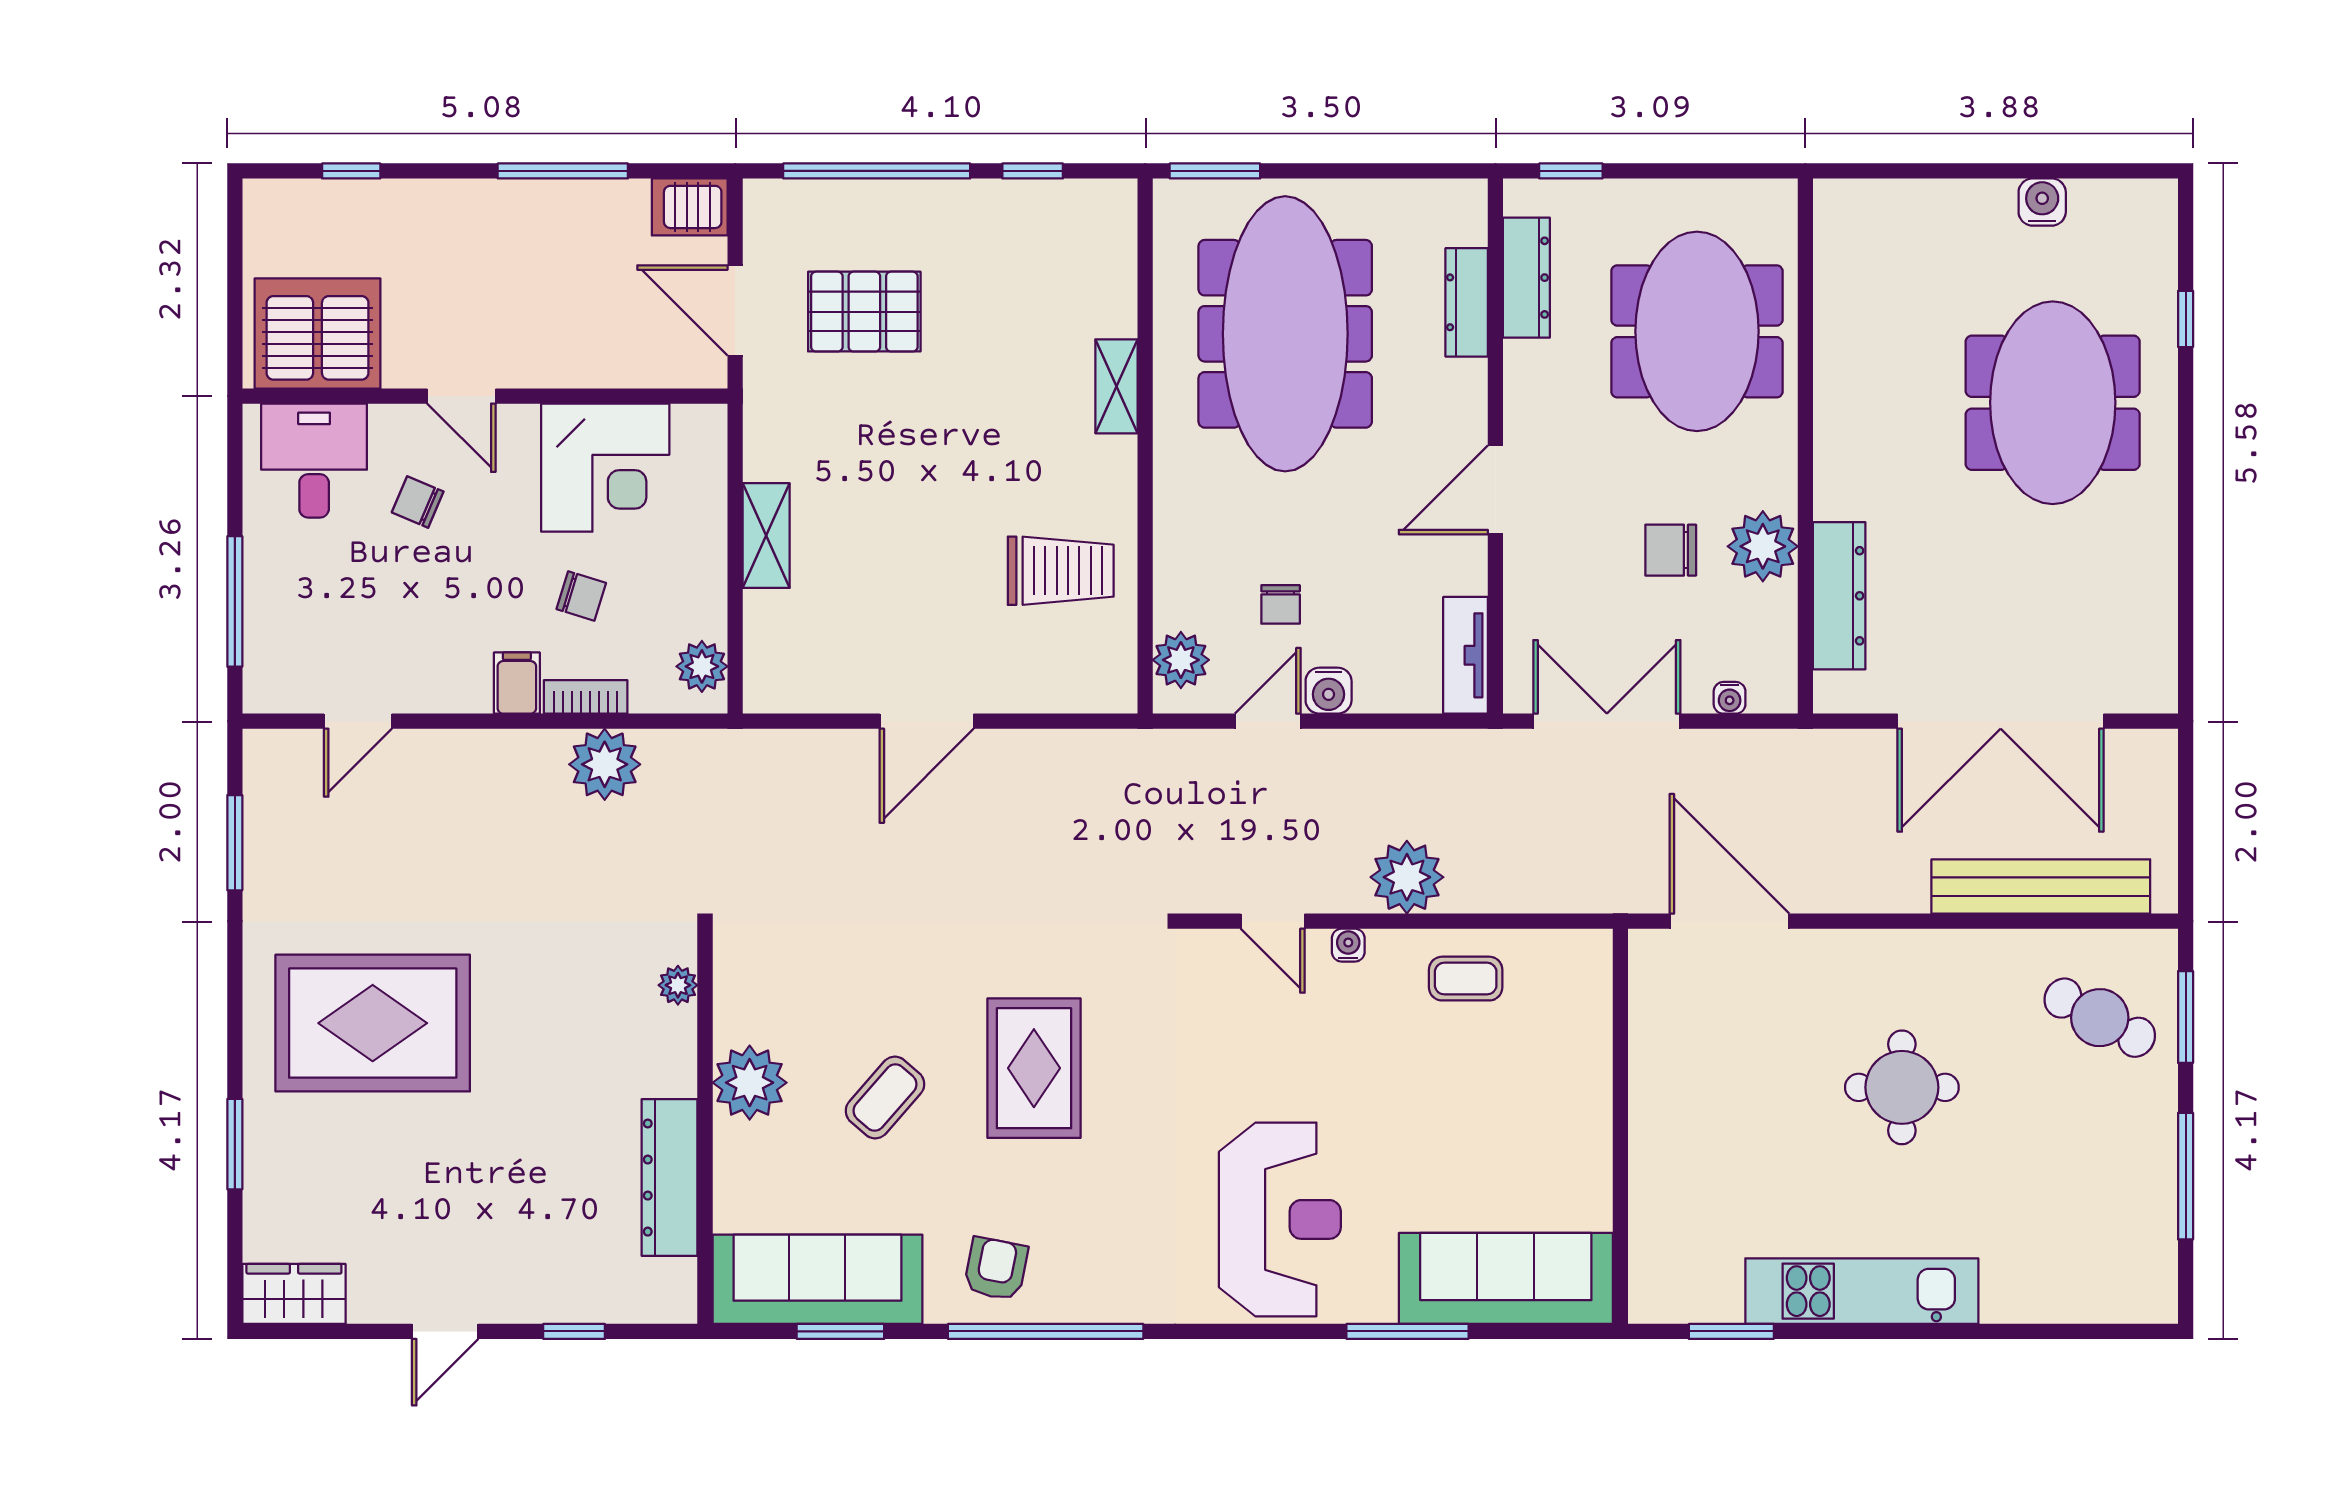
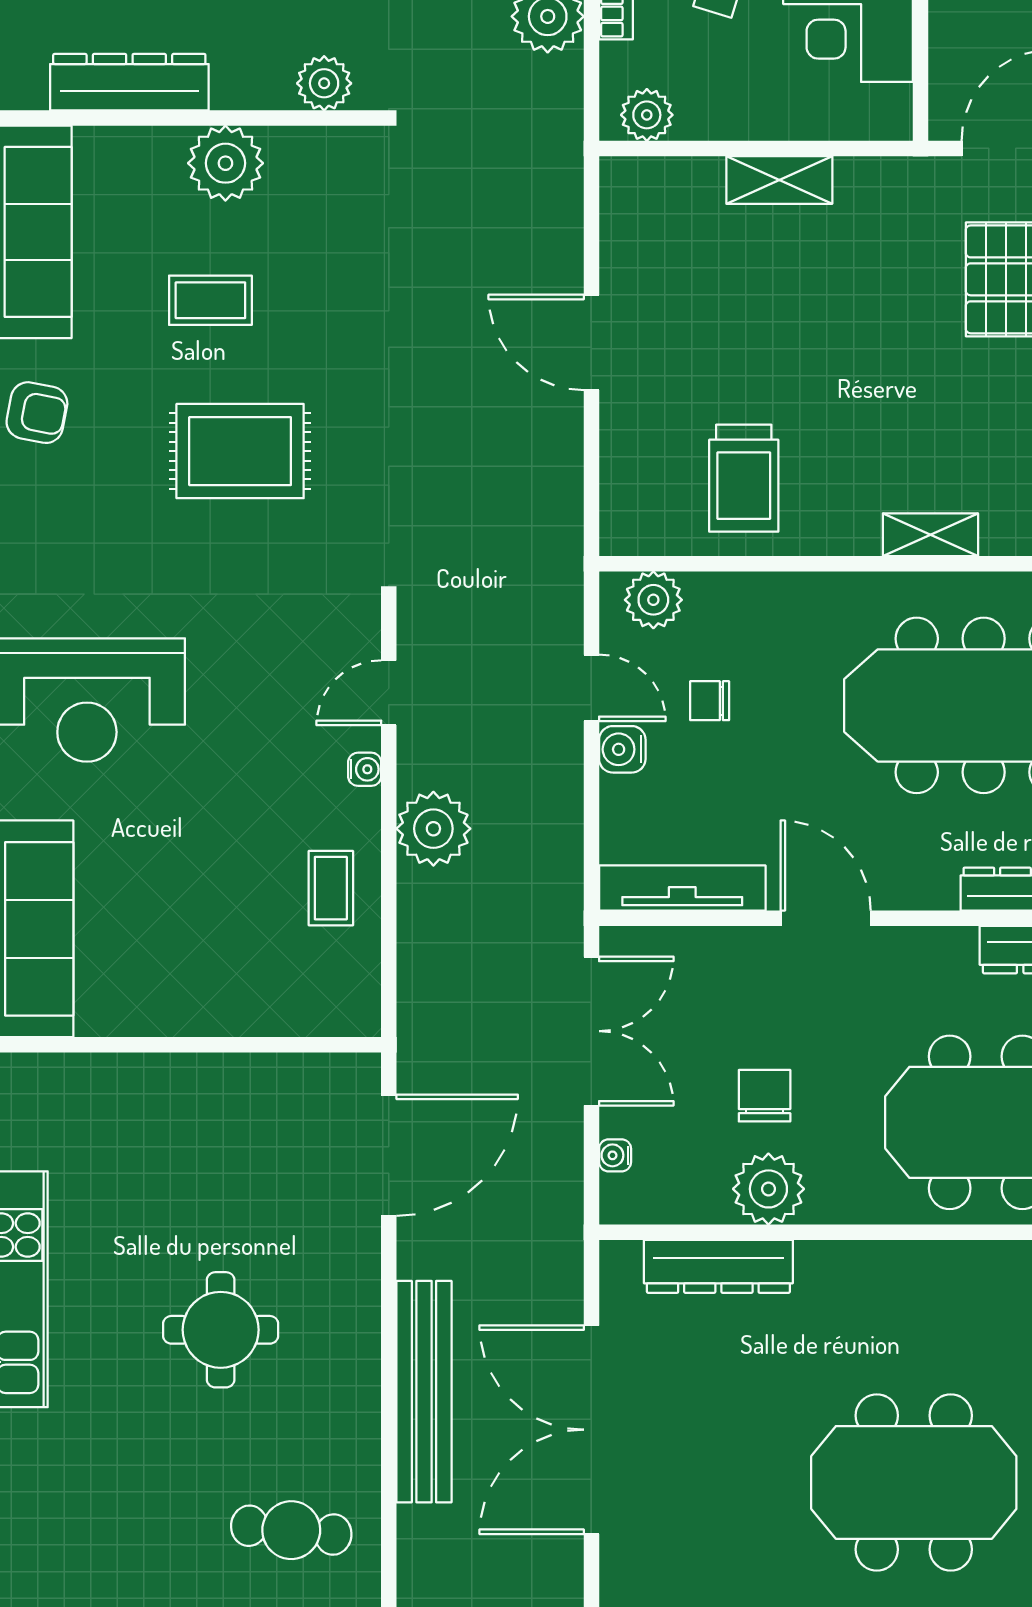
tv unit: (1466, 655) -> (682, 888), width x1.41
bench: (2041, 887) -> (424, 1392), moved
plant: (678, 985) -> (324, 83), width x1.38, depth x1.38
cafe table: (2100, 1018) -> (291, 1530), turned 68
coffee table: (885, 1097) -> (210, 300), turned -41

